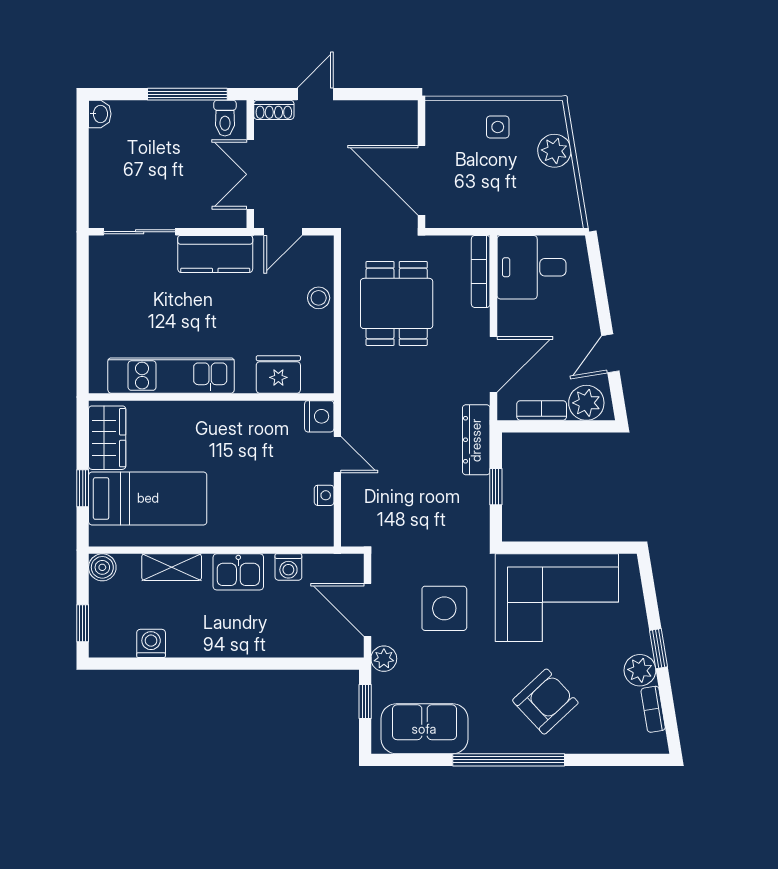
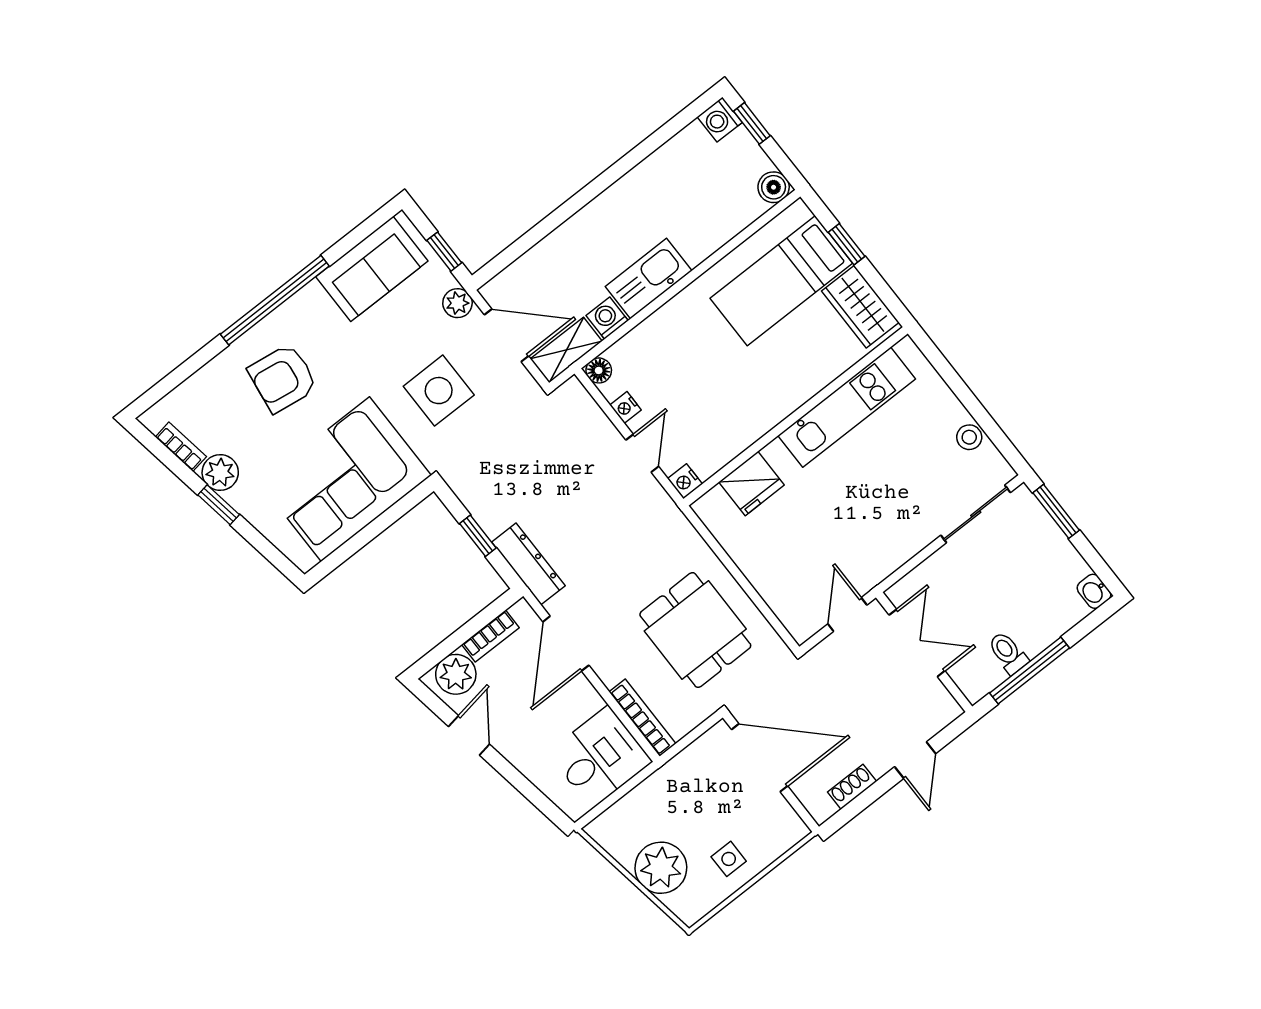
shoe rack: (274, 110) -> (852, 787), moved
toilet: (225, 118) -> (1008, 653), moved
plant: (554, 151) -> (661, 868), width x1.36, depth x1.36
window: (83, 190) -> (1056, 511), added
kitchen counter: (215, 254) -> (892, 547), removed
stool: (319, 298) -> (969, 437), moved
nightstand: (319, 416) -> (685, 481), width x0.72, depth x0.74
door: (337, 455) -> (642, 453), swing flipped
floor lamp: (323, 535) -> (599, 370), added
shelving: (172, 567) -> (566, 350), moved
kitchen sink: (238, 572) -> (649, 279), width x1.38
washing machine: (151, 643) -> (720, 120), moved, turned 90
armchair: (545, 702) -> (283, 378), turned 51

